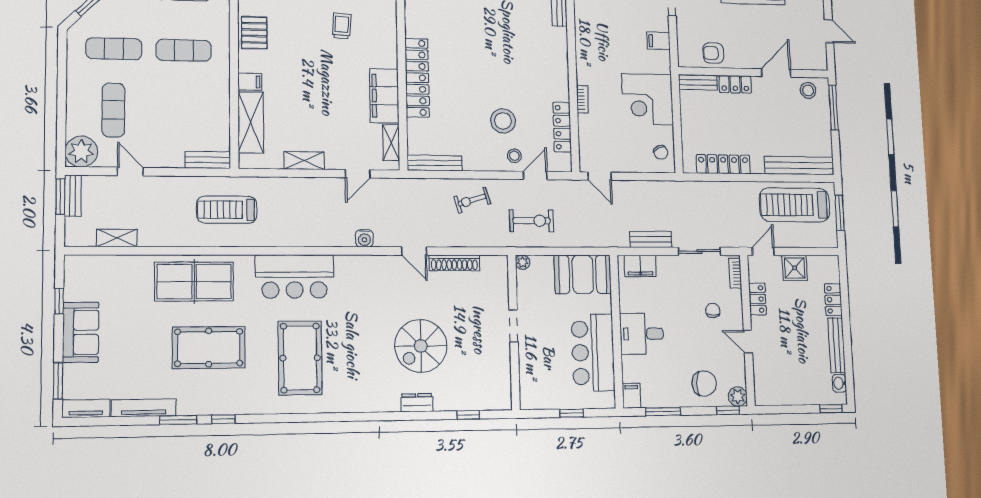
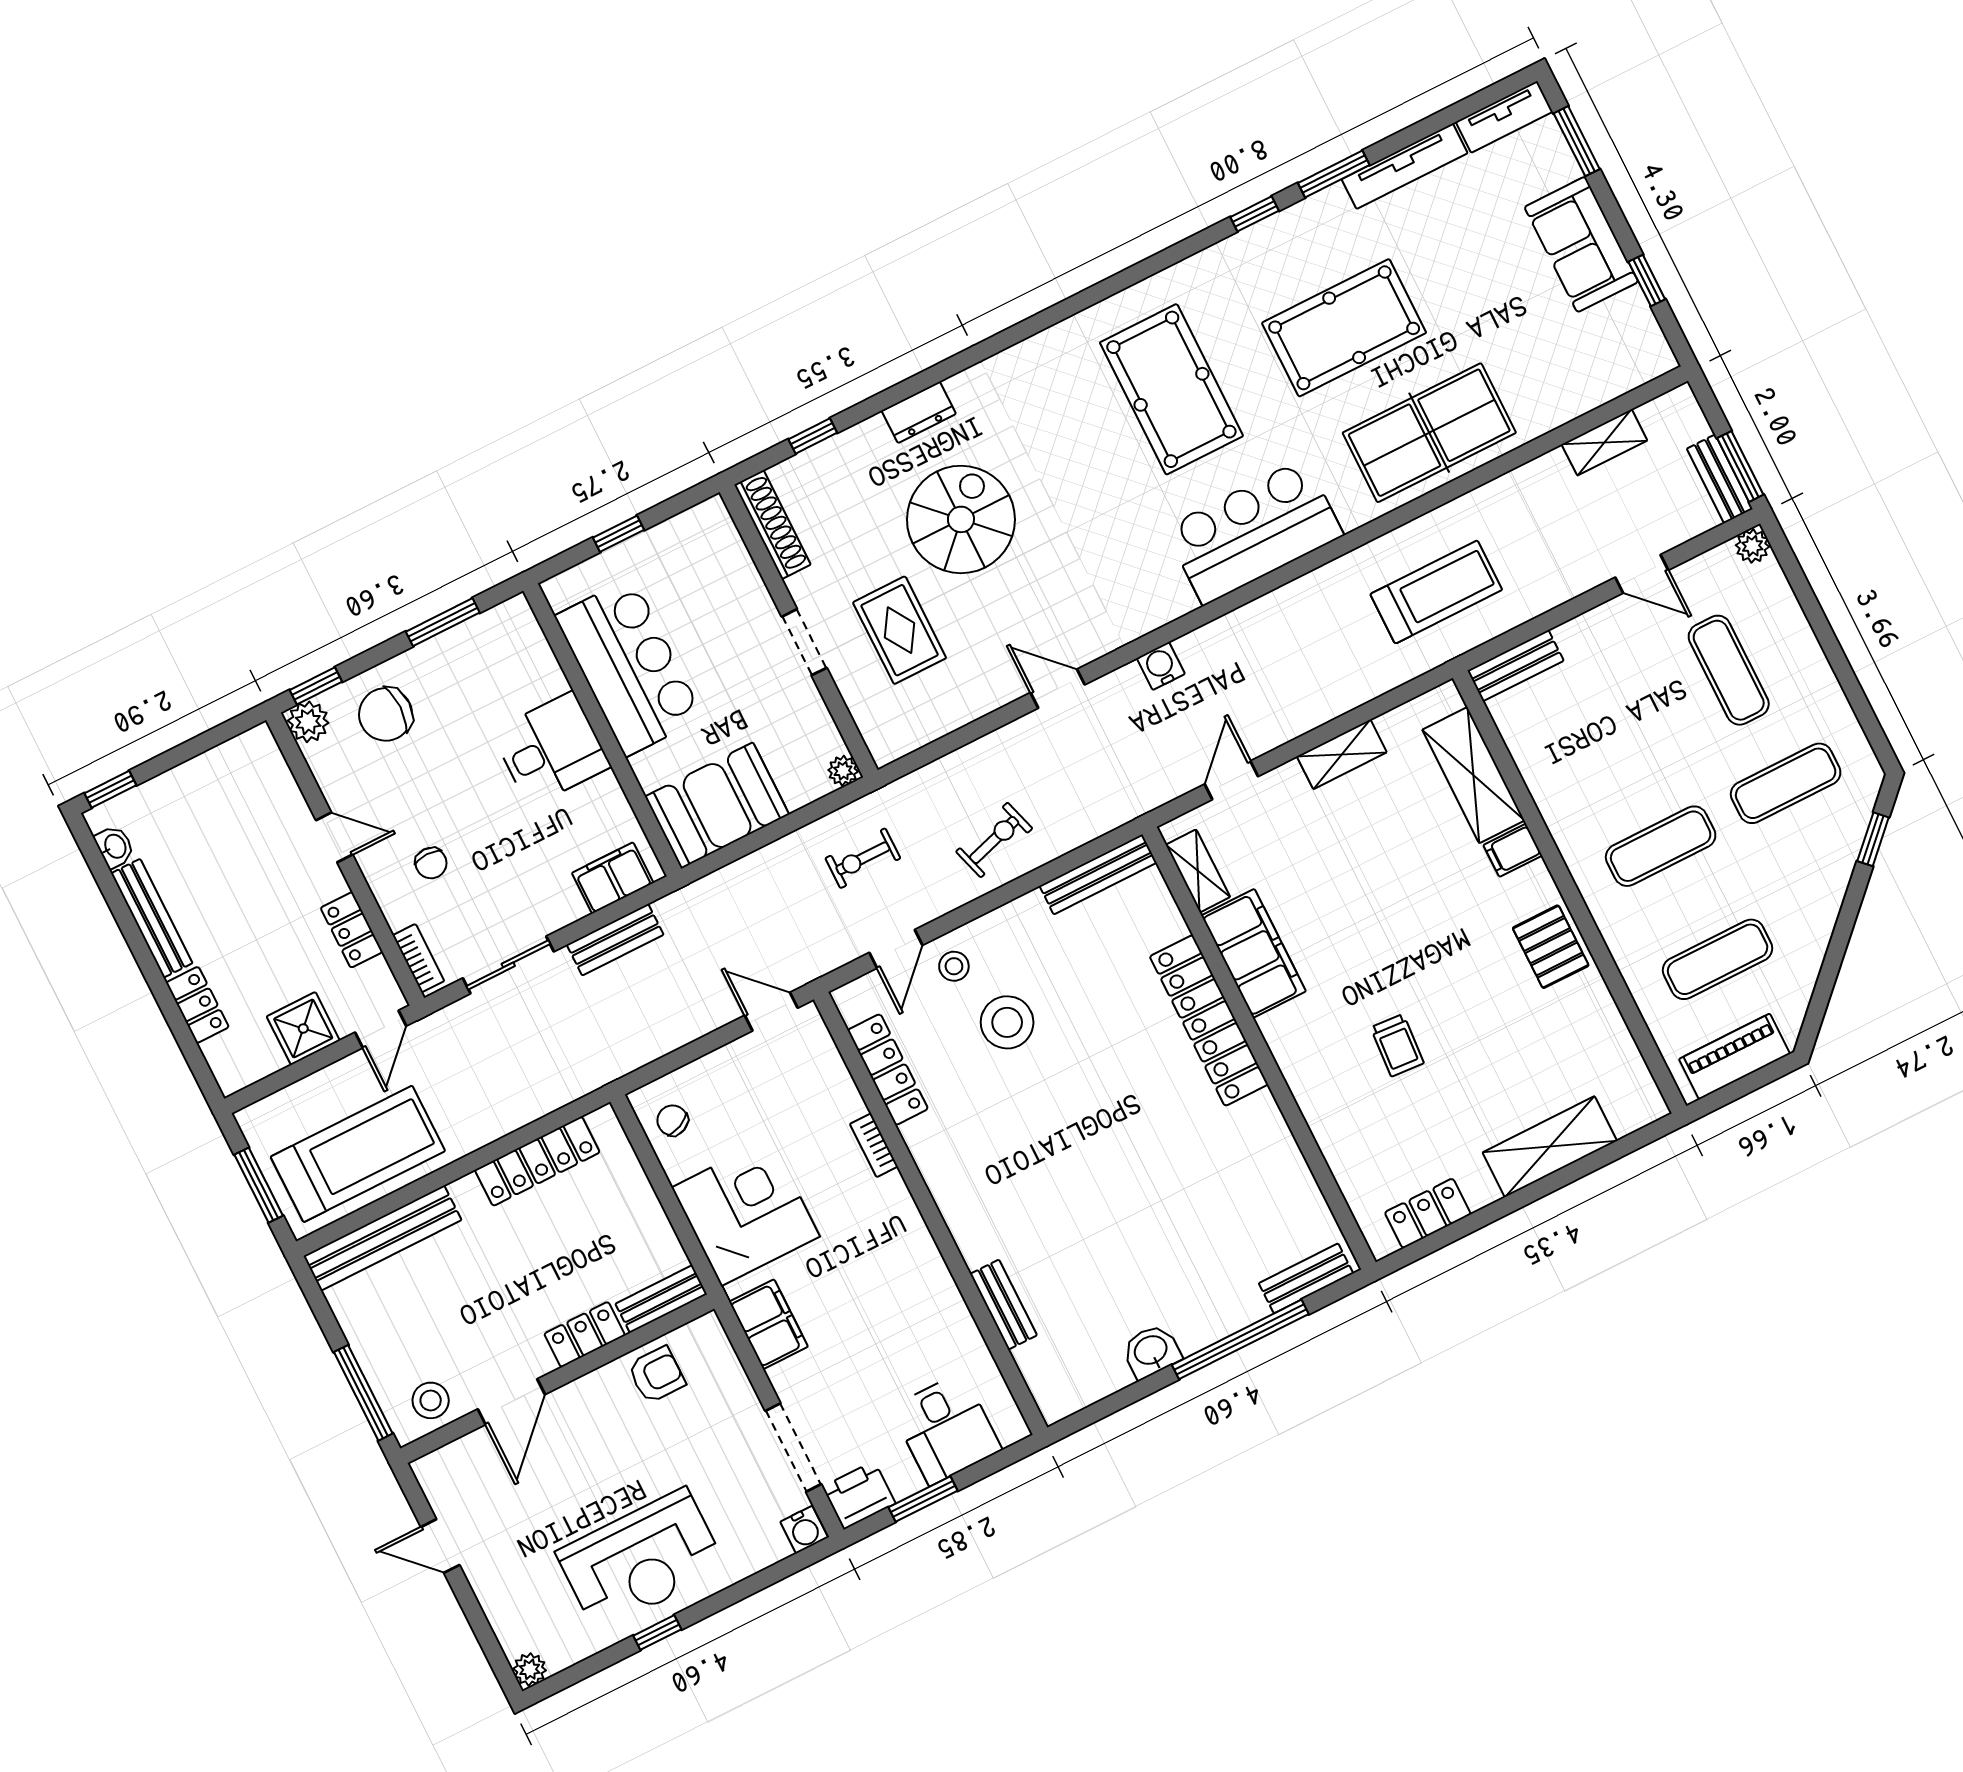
filing cabinet: (659, 41) -> (768, 1324), width x2.00
plant: (81, 152) -> (1752, 546), width x0.53, depth x0.53
exercise bike: (531, 221) -> (863, 858), width x0.73, depth x0.72
shoe rack: (454, 263) -> (772, 525), moved, turned 90
rug: (470, 311) -> (900, 630), added
filing cabinet: (632, 396) -> (518, 622), removed

